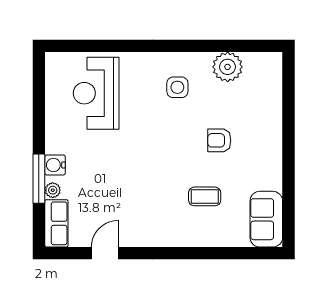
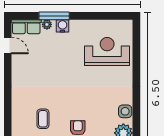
side table: (177, 87) -> (125, 111), moved
door: (105, 253) -> (8, 45), moved

